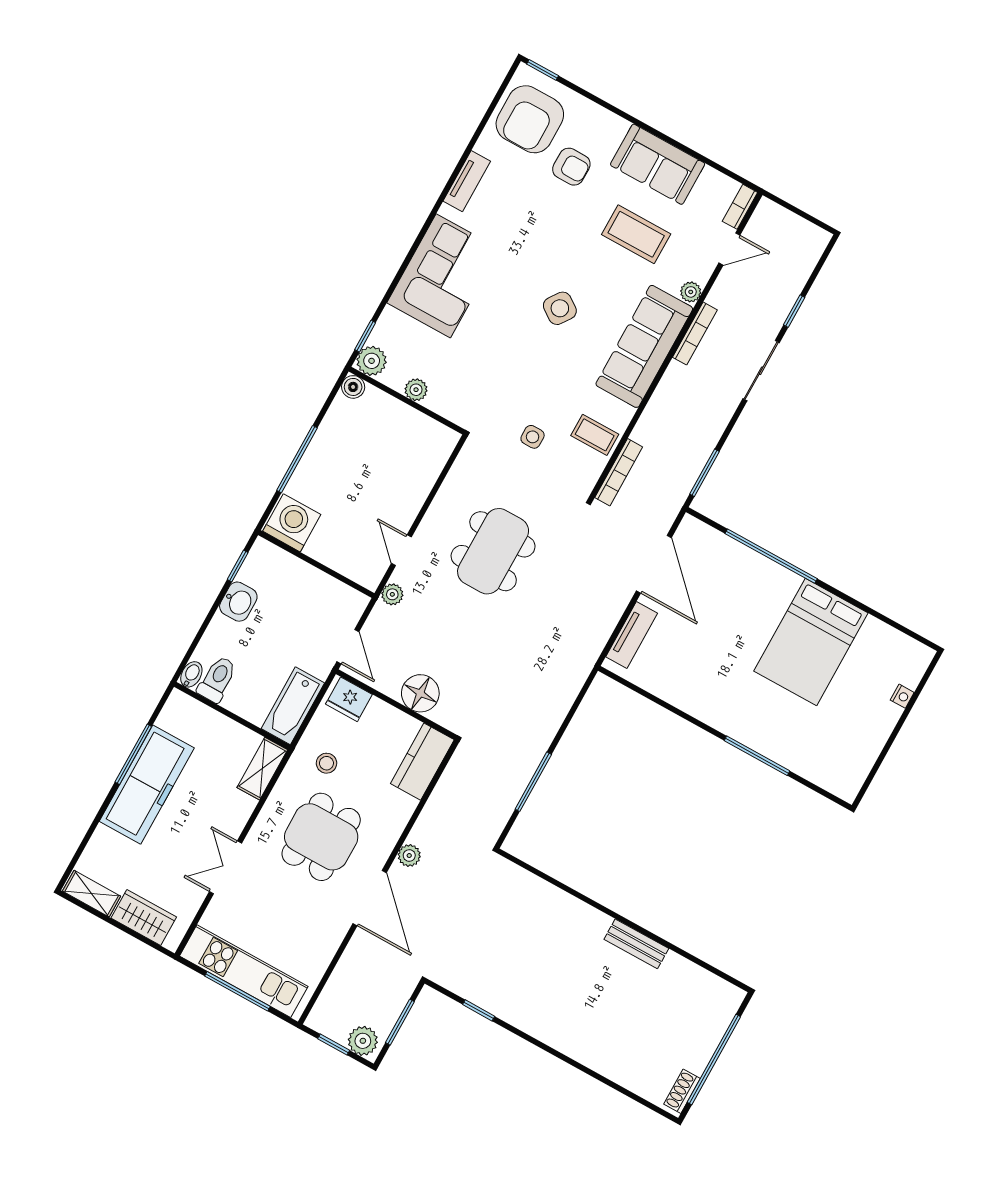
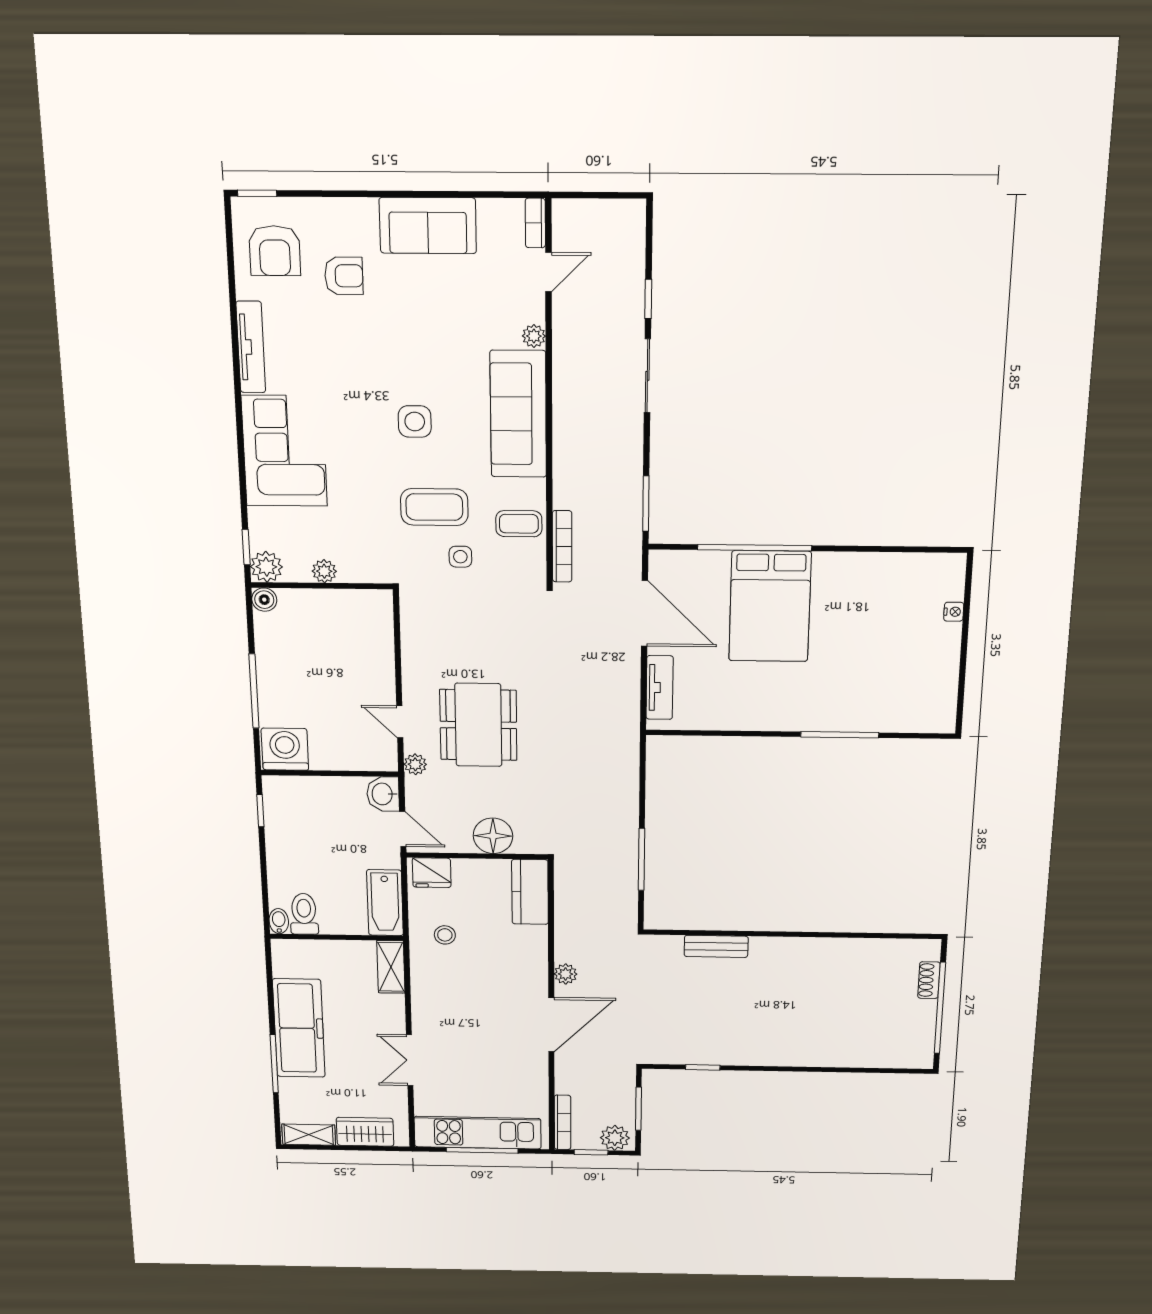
armchair: (530, 119) -> (275, 251), width x0.73, depth x0.73
tv unit: (467, 181) -> (251, 347), width x1.41
coffee table: (636, 234) -> (434, 507), moved
side table: (560, 308) -> (415, 422), turned -35
bookcase: (695, 334) -> (562, 1122), moved
dining table: (493, 551) -> (478, 725), moved
washbasin: (238, 602) -> (383, 794), moved, turned 180
bed: (811, 642) -> (770, 606), moved
window: (133, 754) -> (274, 1064), moved
dining table: (321, 837) -> (478, 996), removed
door: (370, 898) -> (551, 1025), hinge flipped
bench: (636, 944) -> (716, 946), moved
shoe rack: (682, 1091) -> (929, 980), moved

